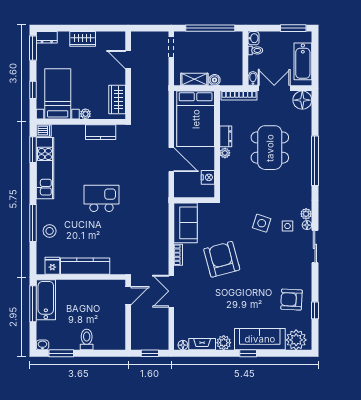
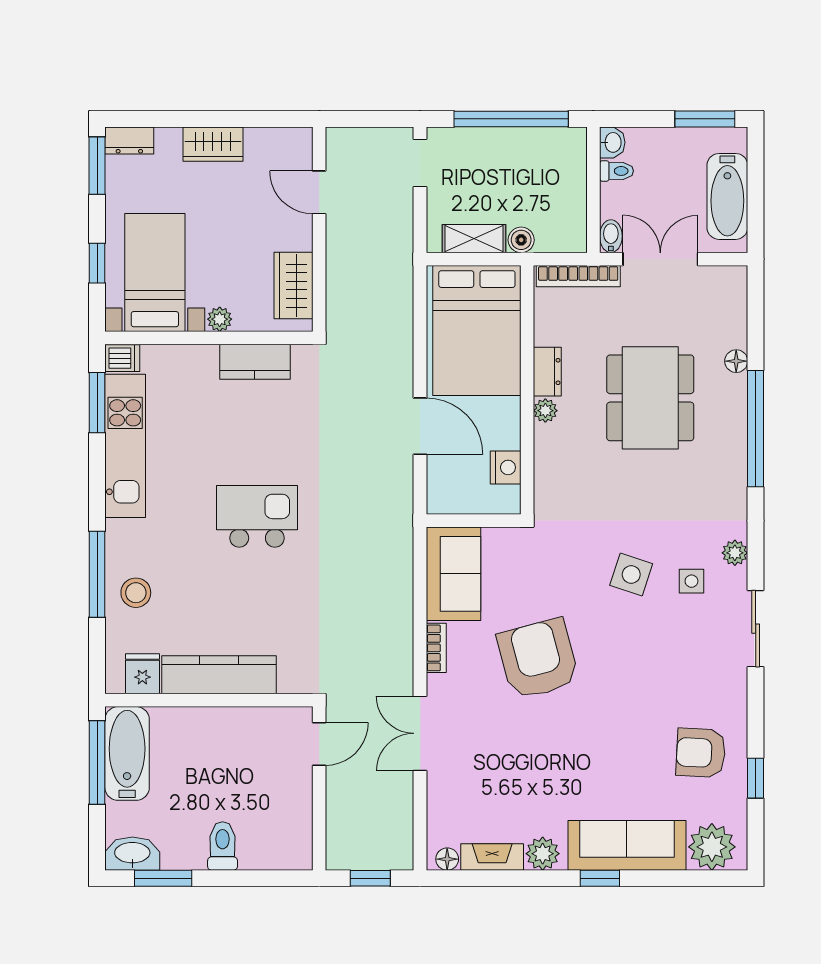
floor lamp: (302, 100) -> (736, 361), moved, width x0.53, depth x0.53
floor lamp: (307, 225) -> (737, 579), removed
washbasin: (42, 345) -> (132, 854), width x1.91, depth x1.45

